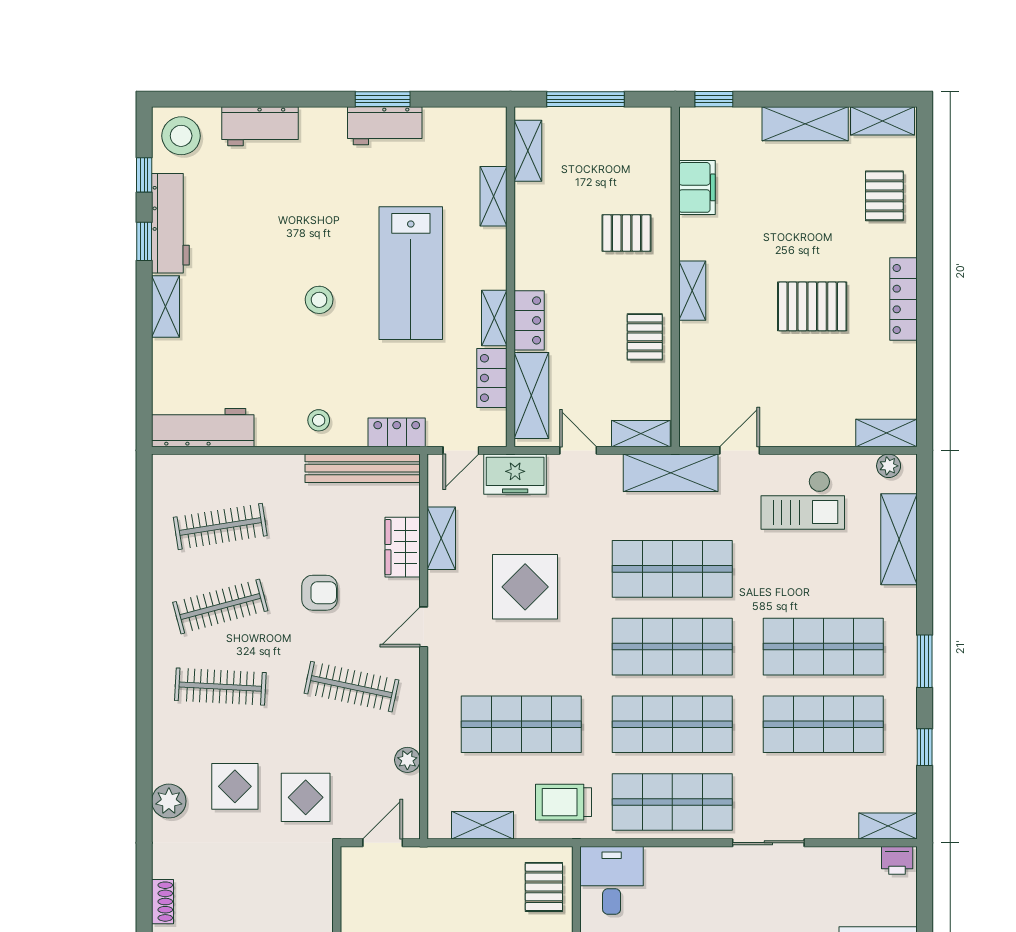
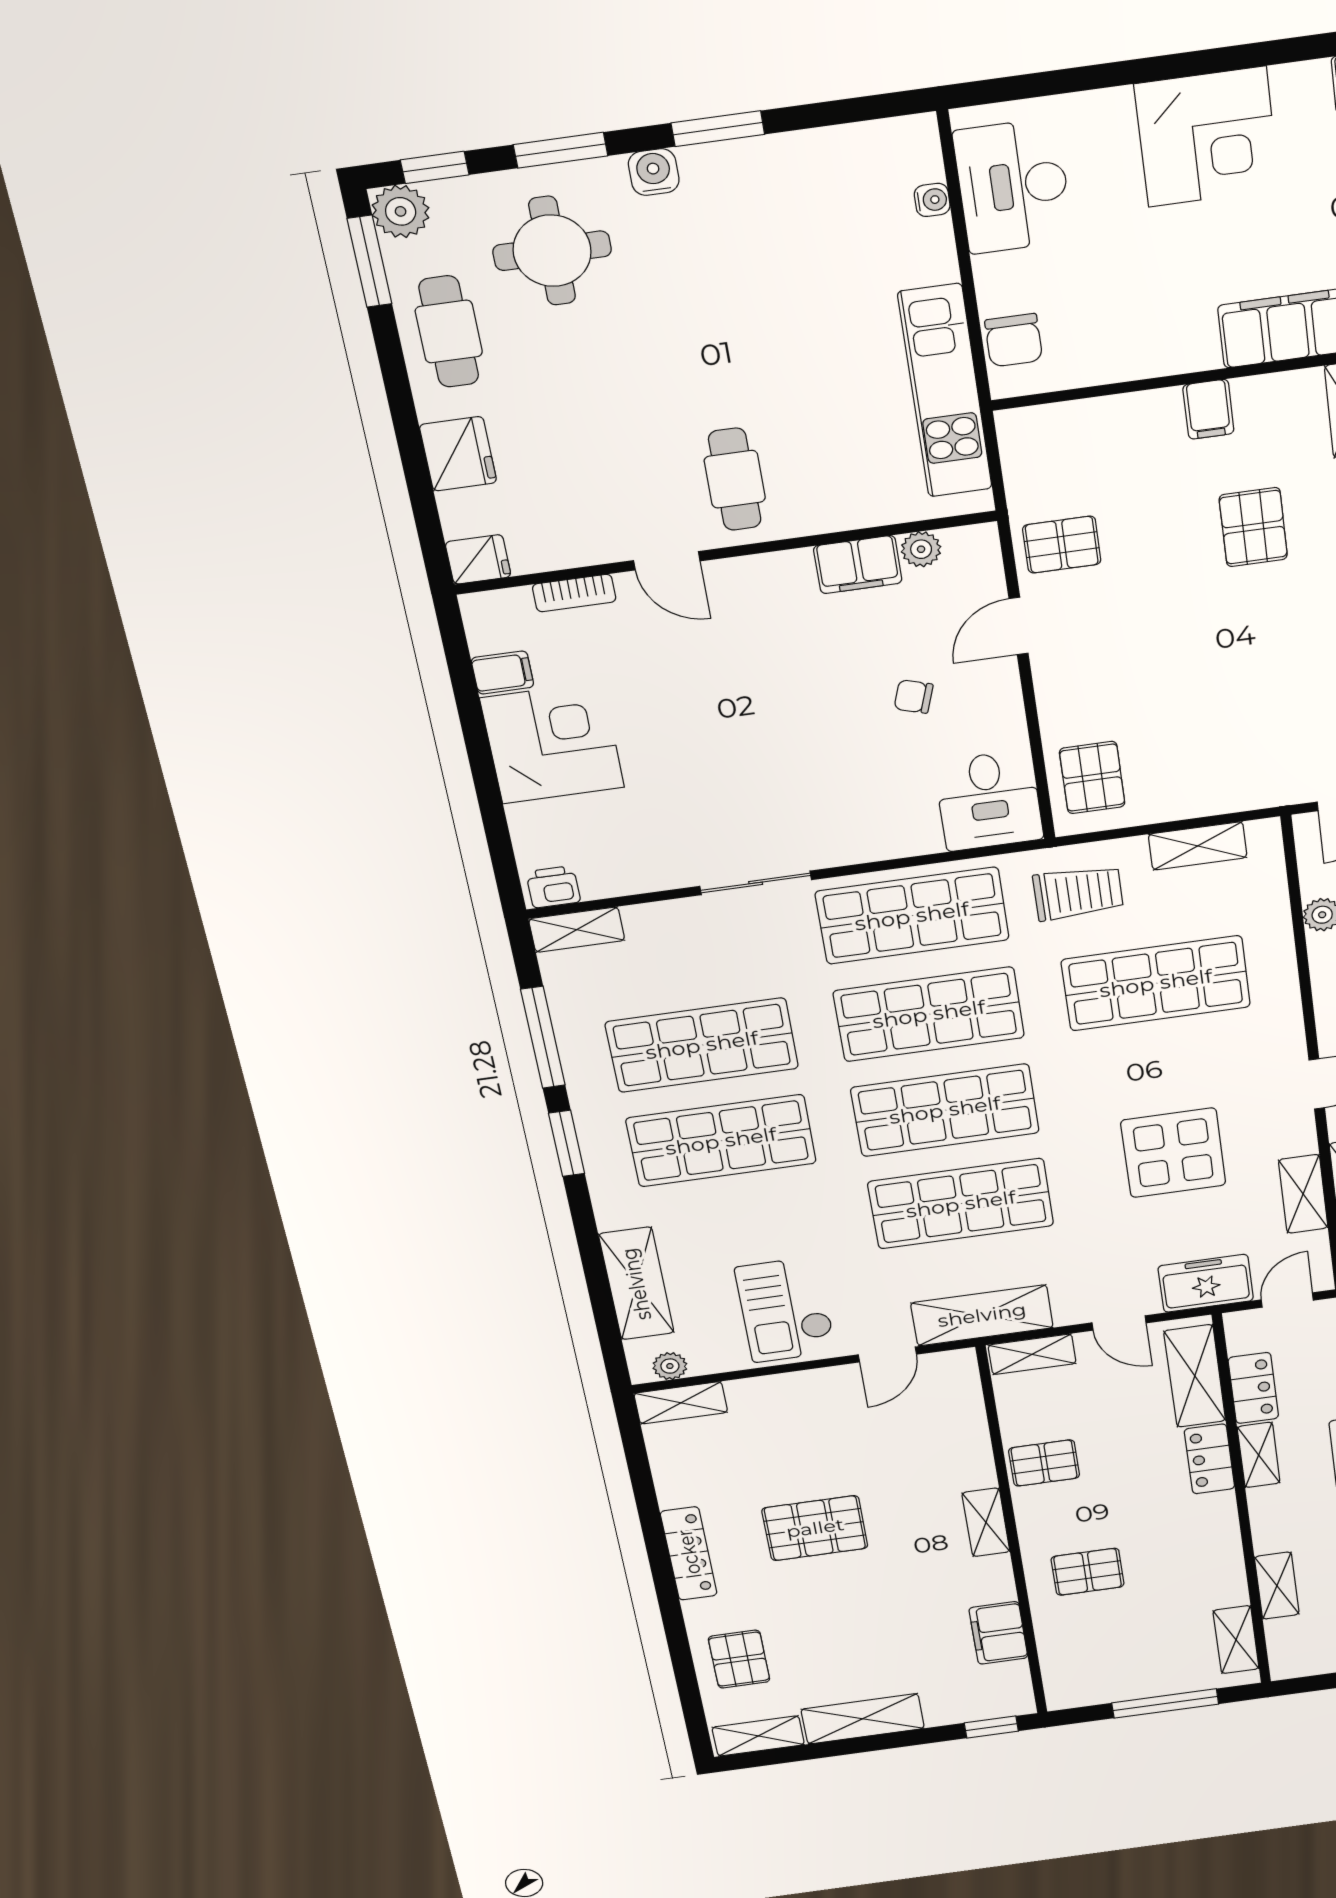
pallet: (645, 337) -> (1044, 1463), turned 90
checkout: (803, 500) -> (786, 1310), turned -90
window: (925, 747) -> (543, 1037), width x2.17

